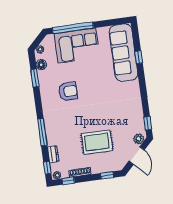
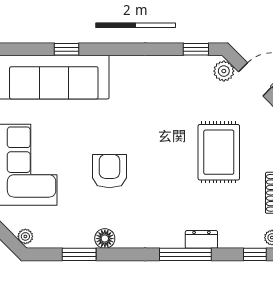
floor lamp: (41, 65) -> (105, 239), moved
armchair: (68, 91) -> (109, 171), moved
dresser: (53, 154) -> (201, 239), moved

